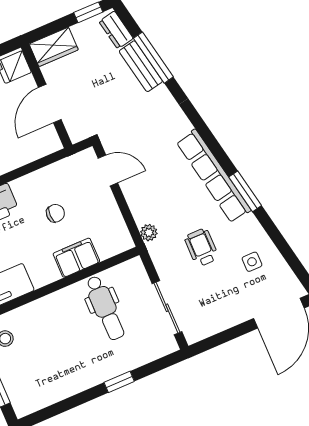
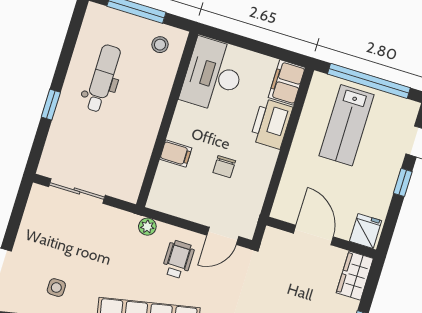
wheelchair: (202, 247) -> (178, 259), moved, turned -90
filing cabinet: (76, 258) -> (176, 154), width x0.50
dental chair: (105, 308) -> (103, 78), moved, turned 90

